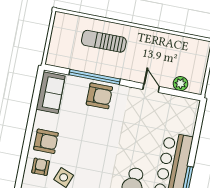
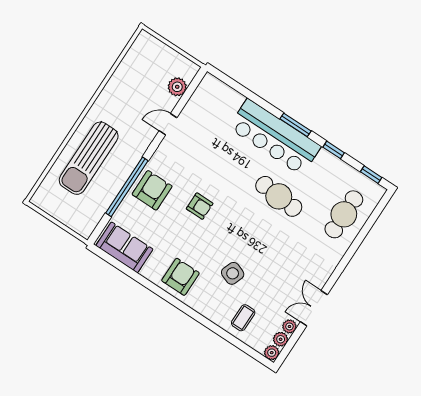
sun lounger: (104, 41) -> (89, 158), width x1.36, depth x1.34
armchair: (41, 167) -> (200, 206), moved, turned 180

